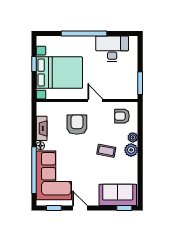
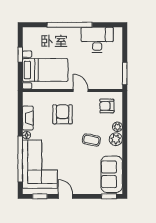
bed with nightstands: (59, 73) -> (45, 70), width x0.73
sofa: (118, 195) -> (112, 174), moved, turned -90

